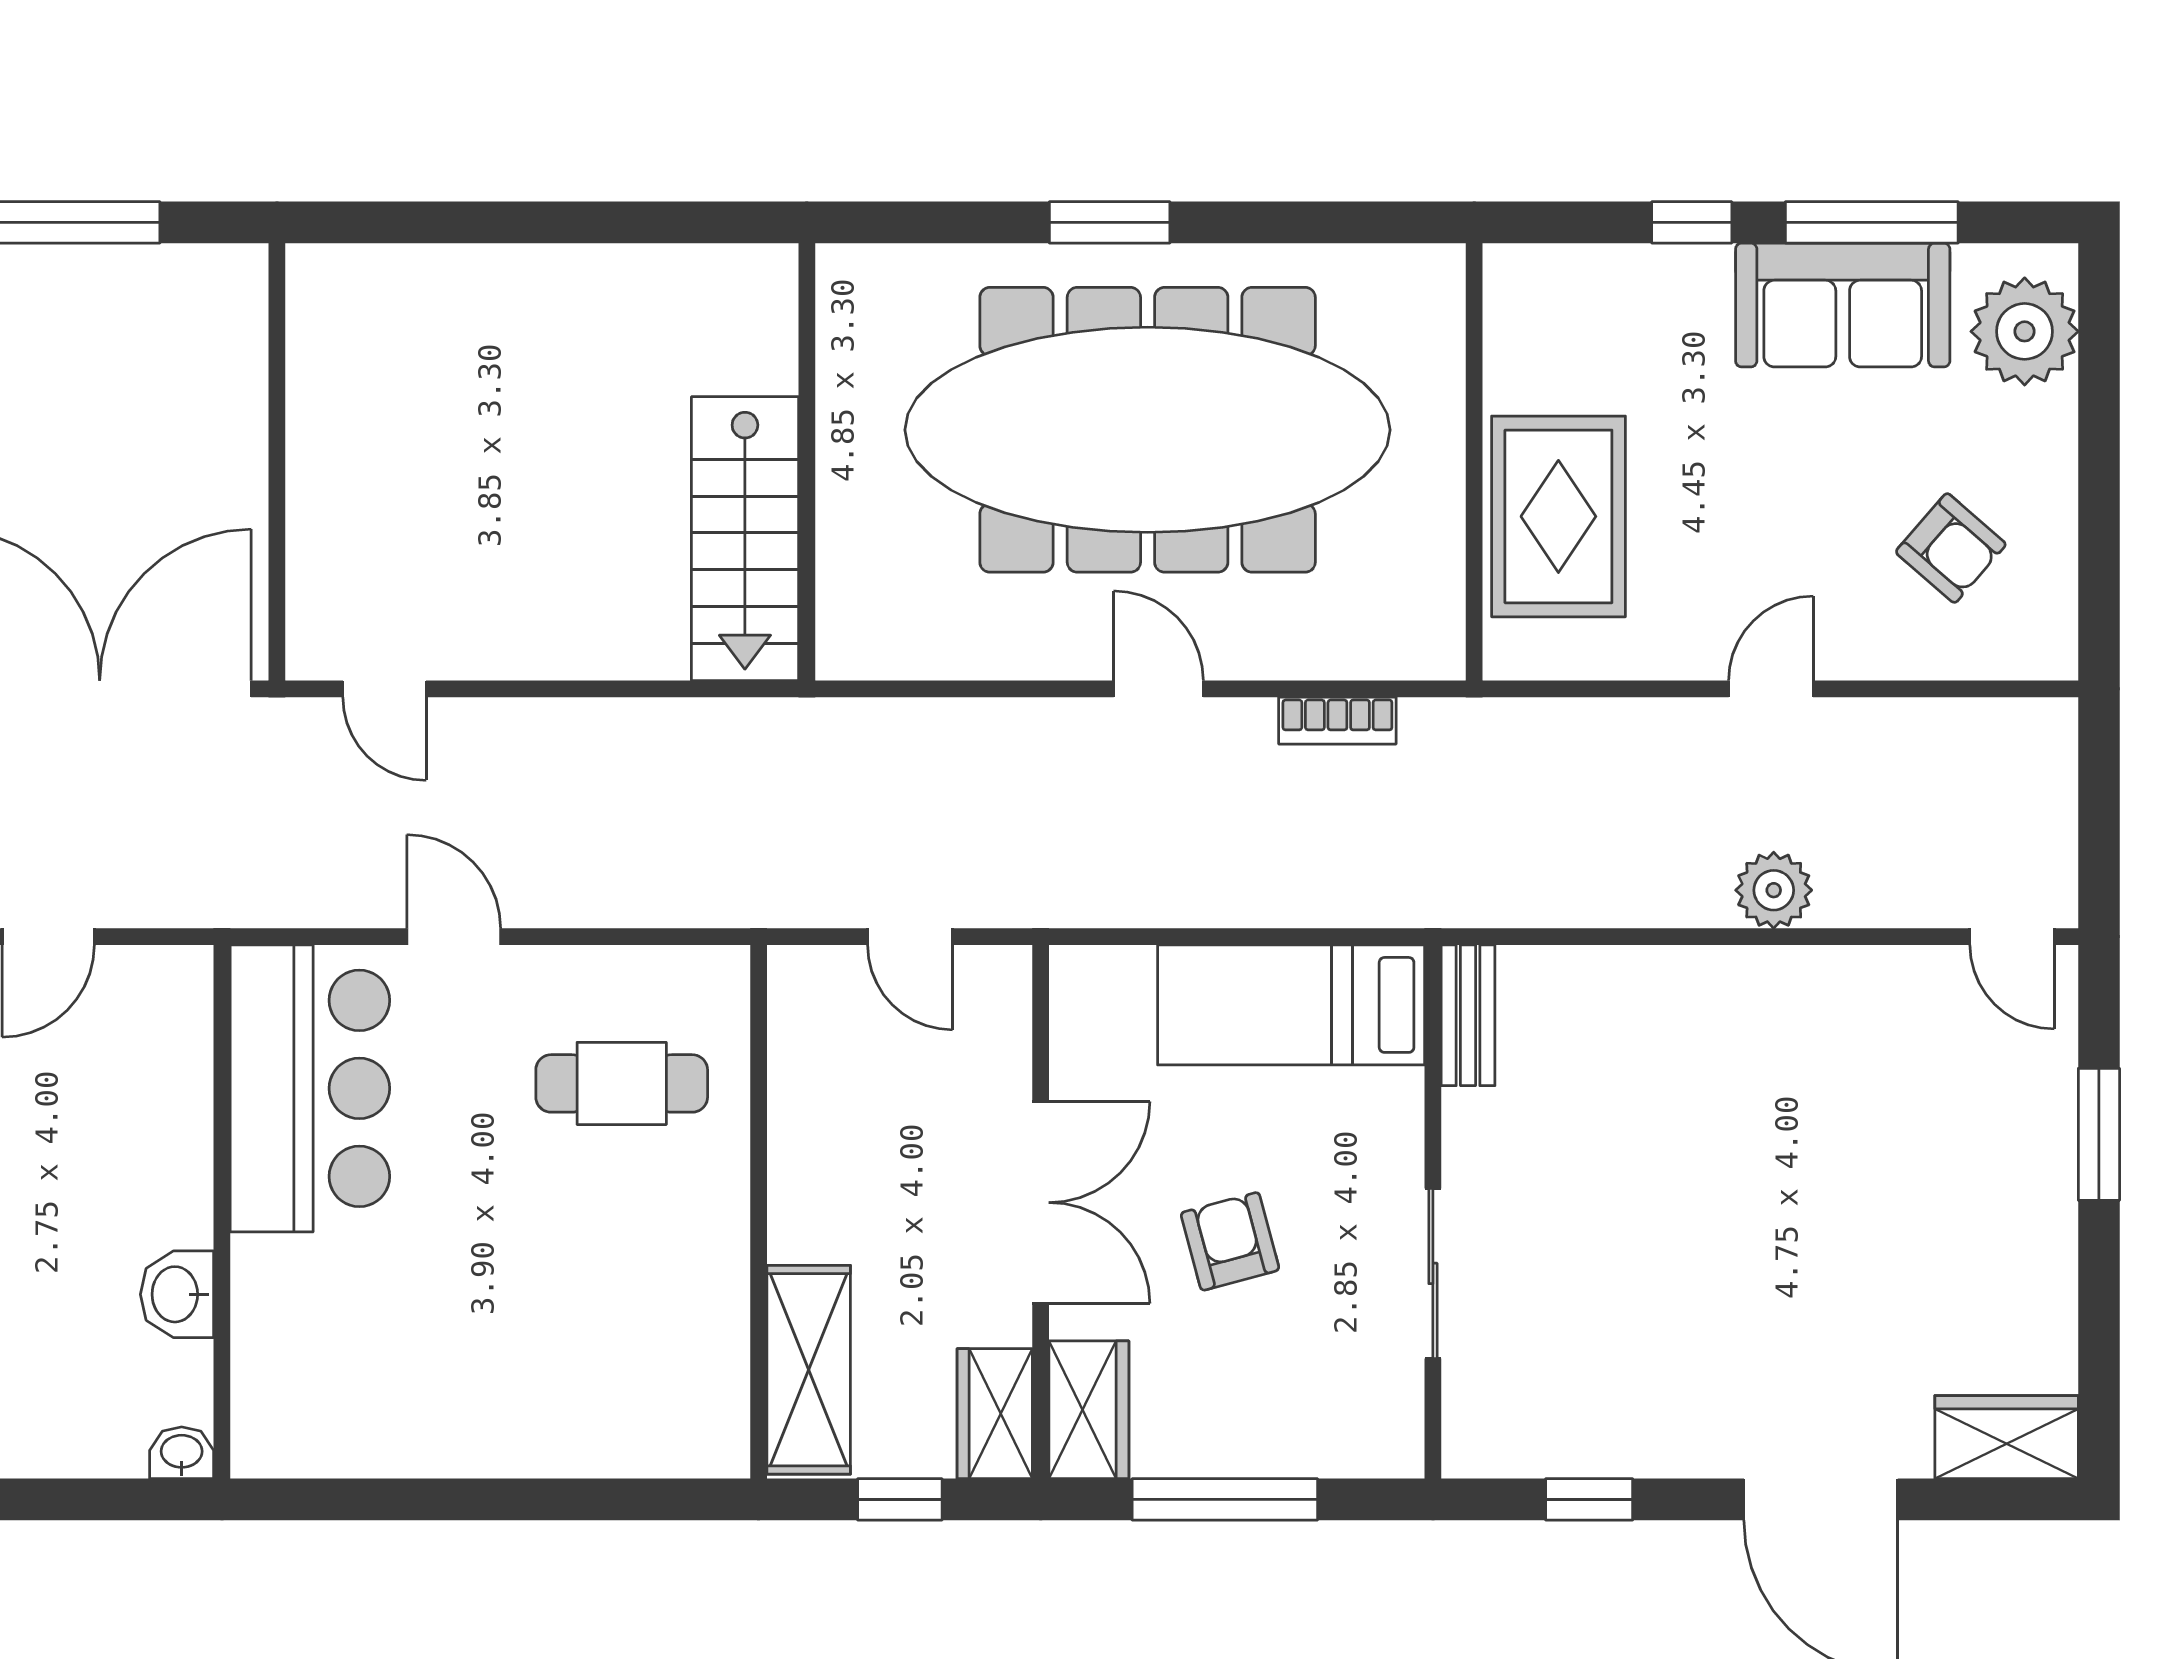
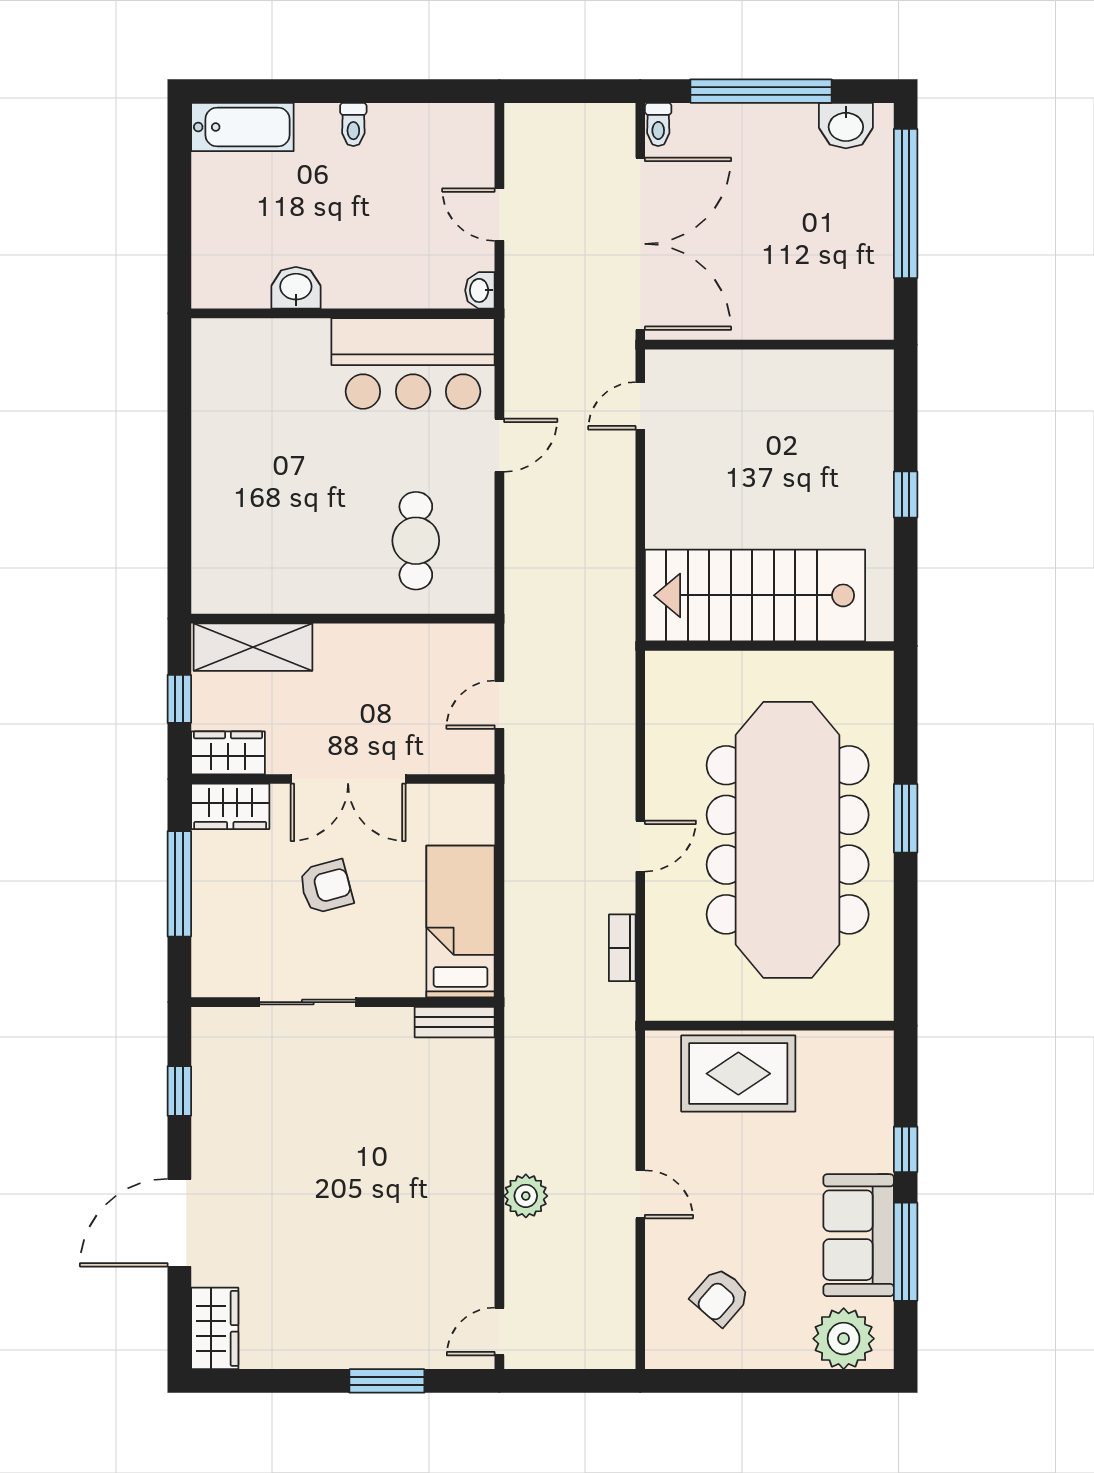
window: (540, 222) -> (906, 495), added
stairs: (745, 539) -> (755, 595), width x1.36, depth x1.51
washbasin: (182, 1453) -> (480, 290), moved, turned 180

